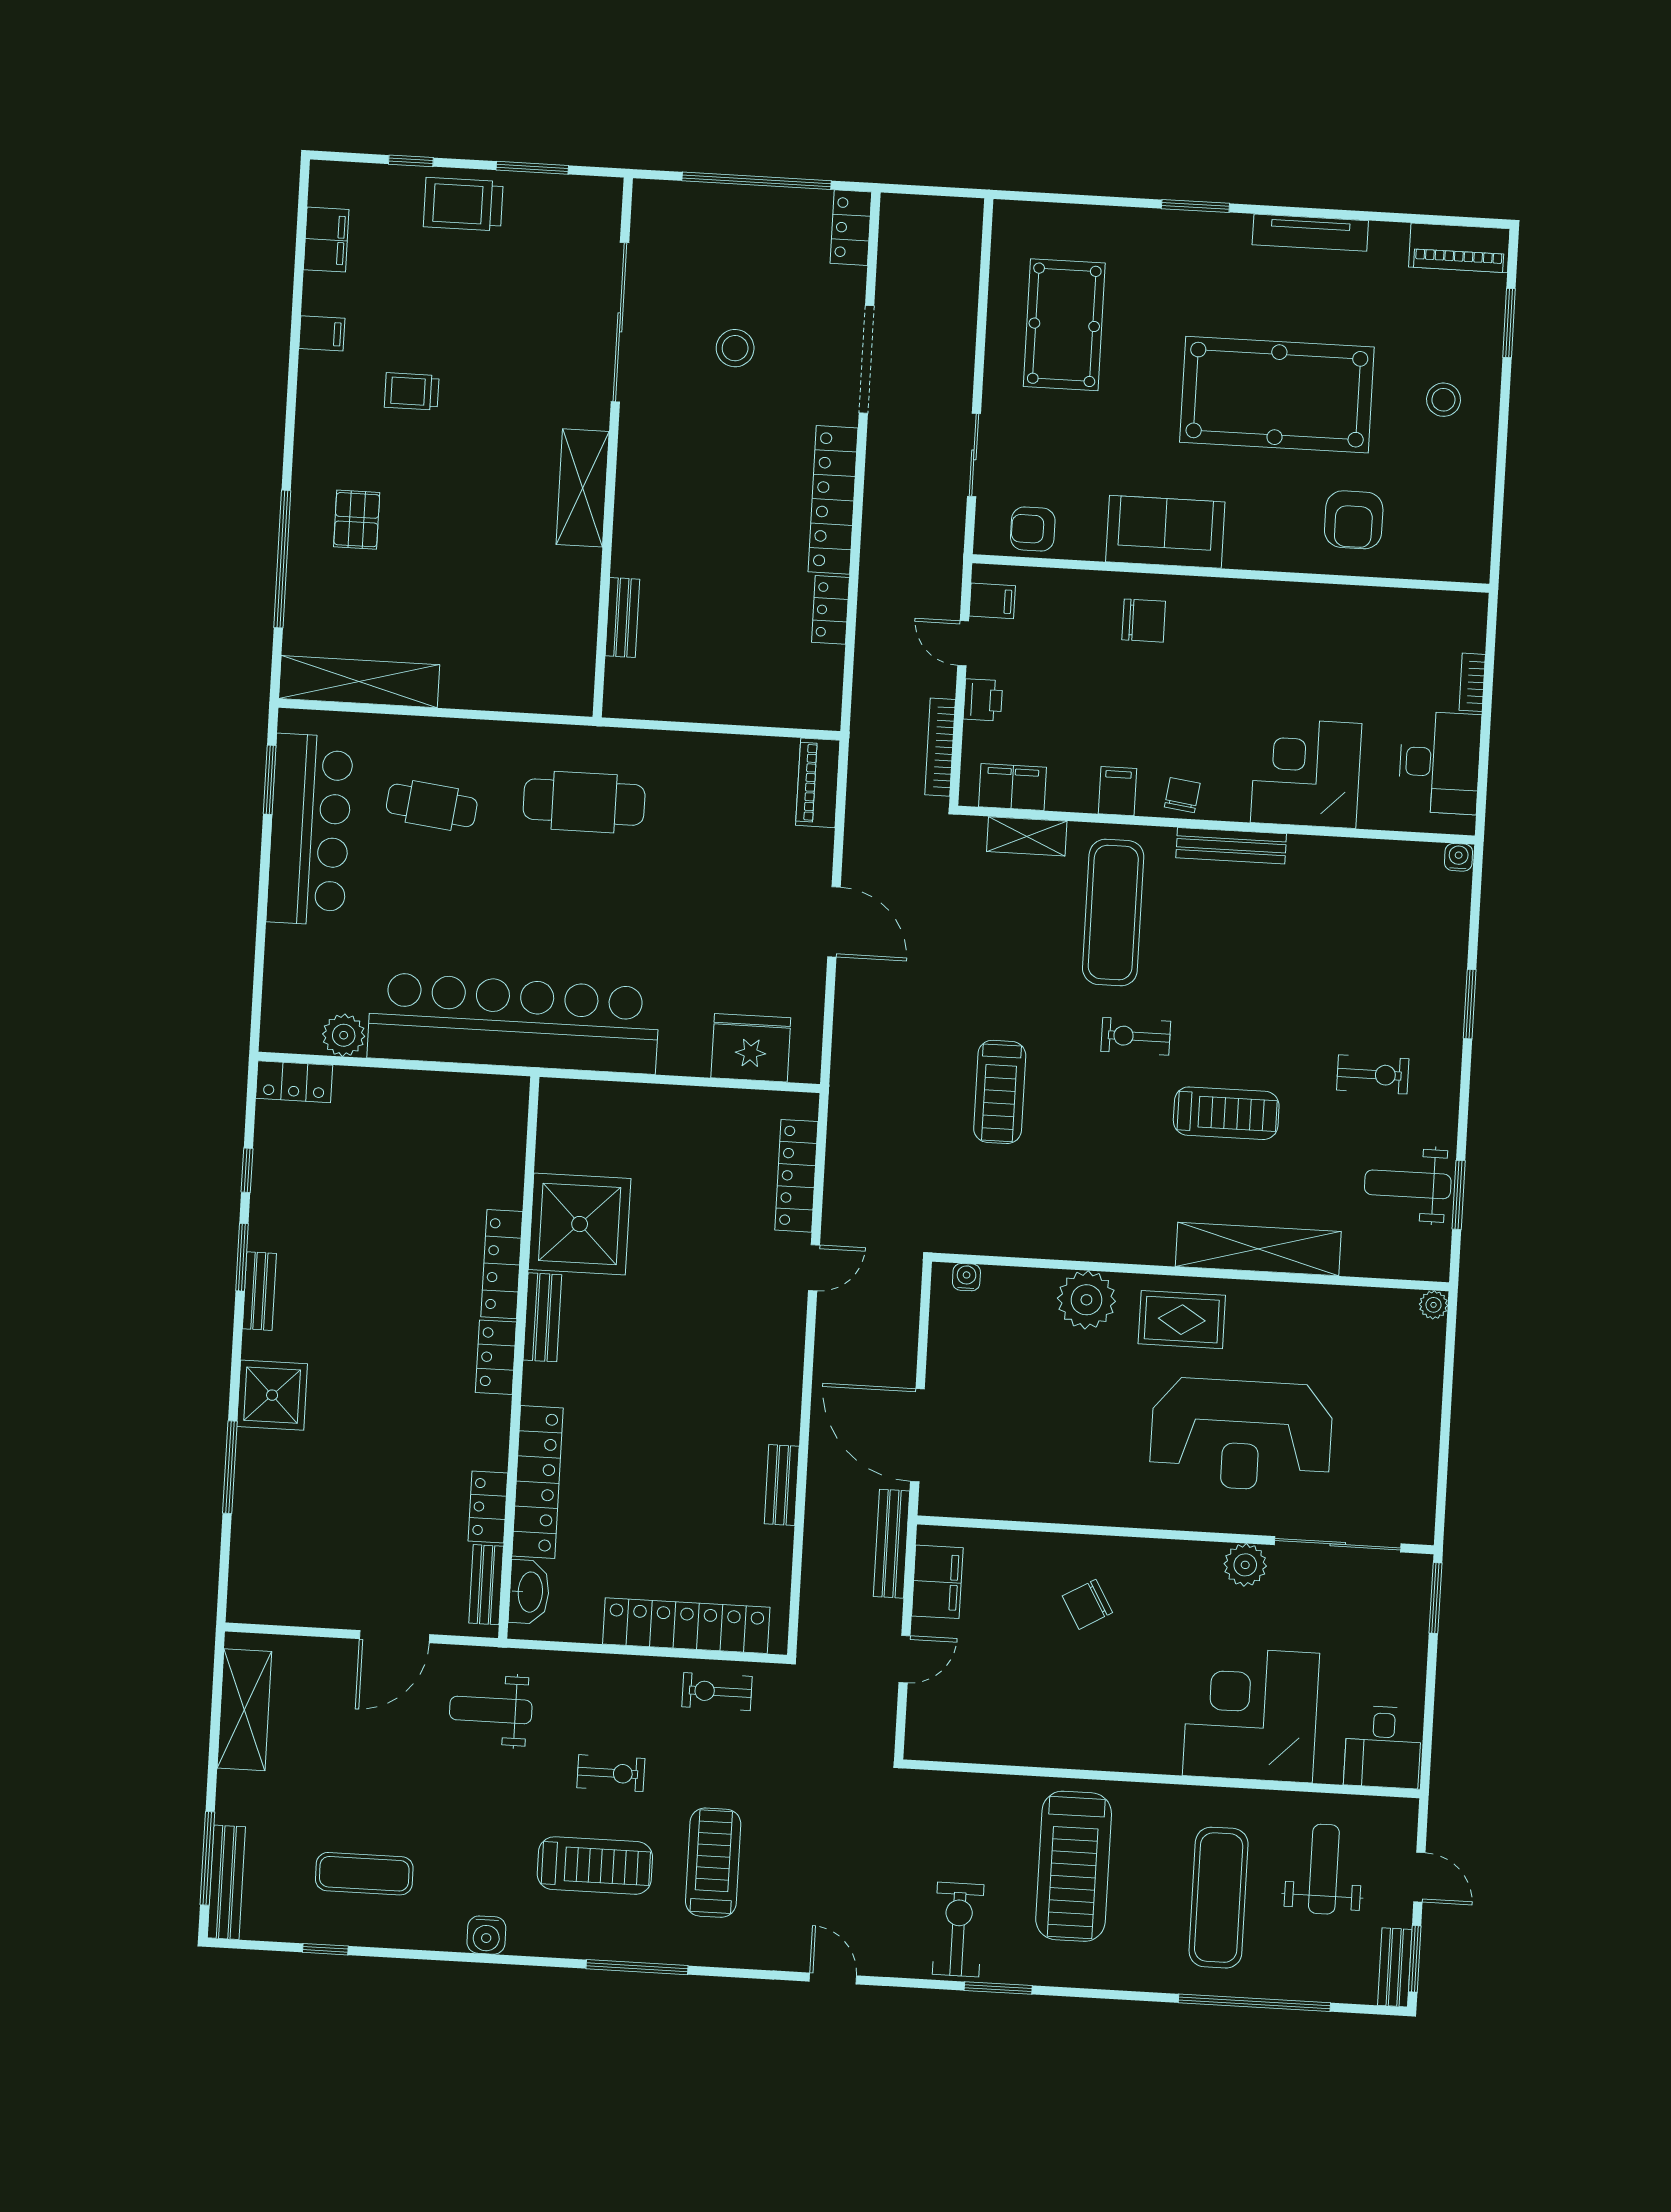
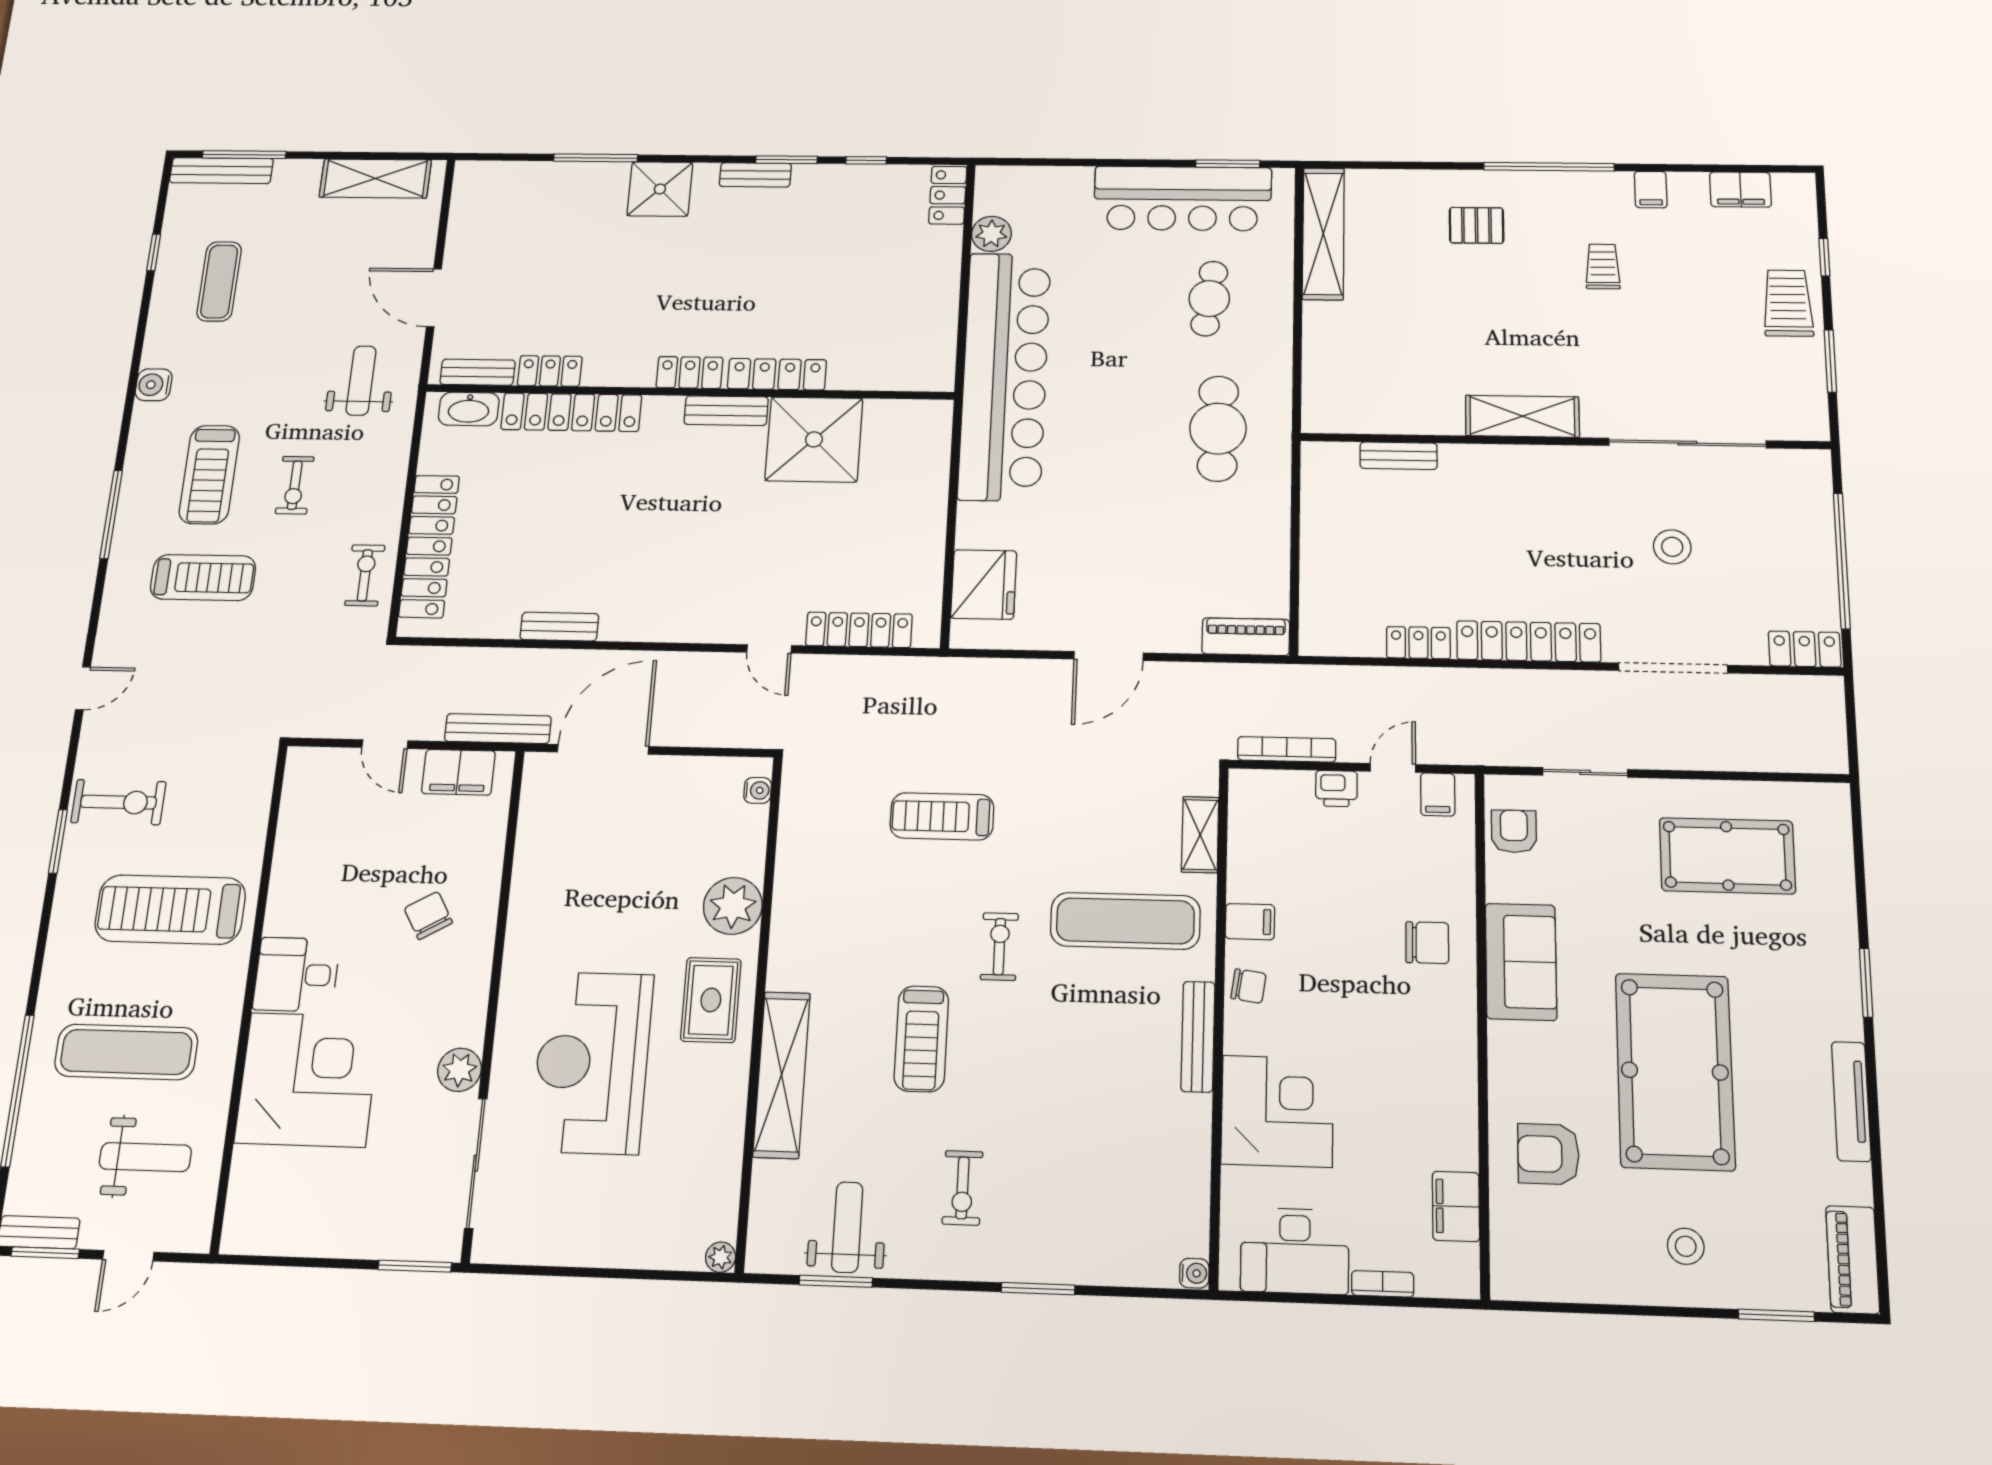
window: (282, 559) -> (1549, 167), moved
chair: (1144, 621) -> (1427, 943), turned -90
filing cabinet: (1012, 787) -> (1456, 1206), moved, turned 180
desk: (1383, 1747) -> (296, 975), moved

